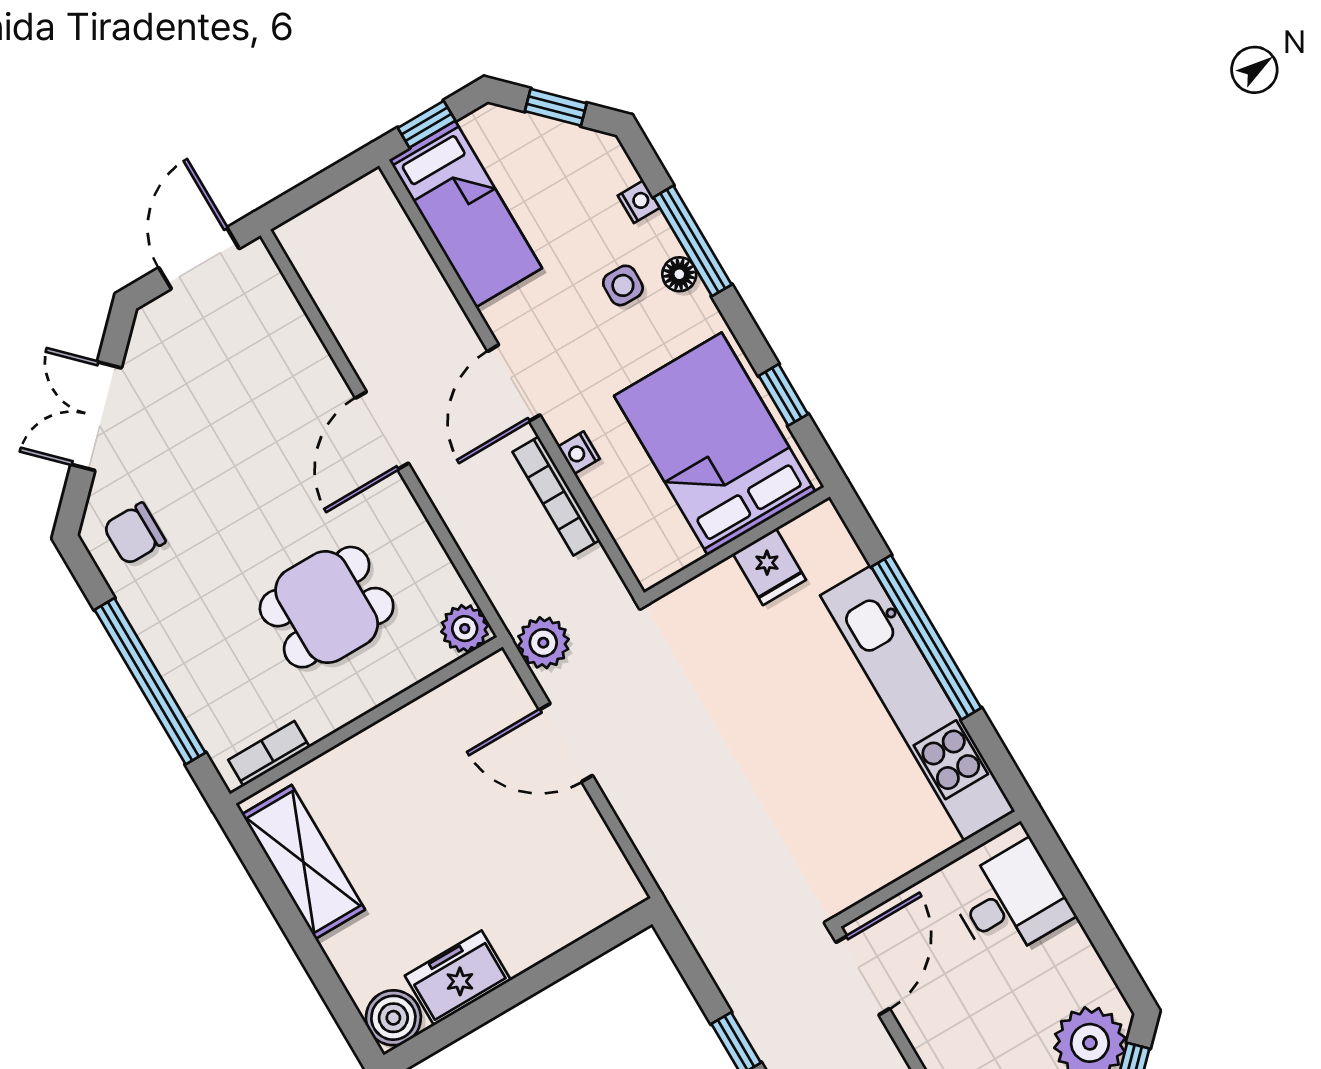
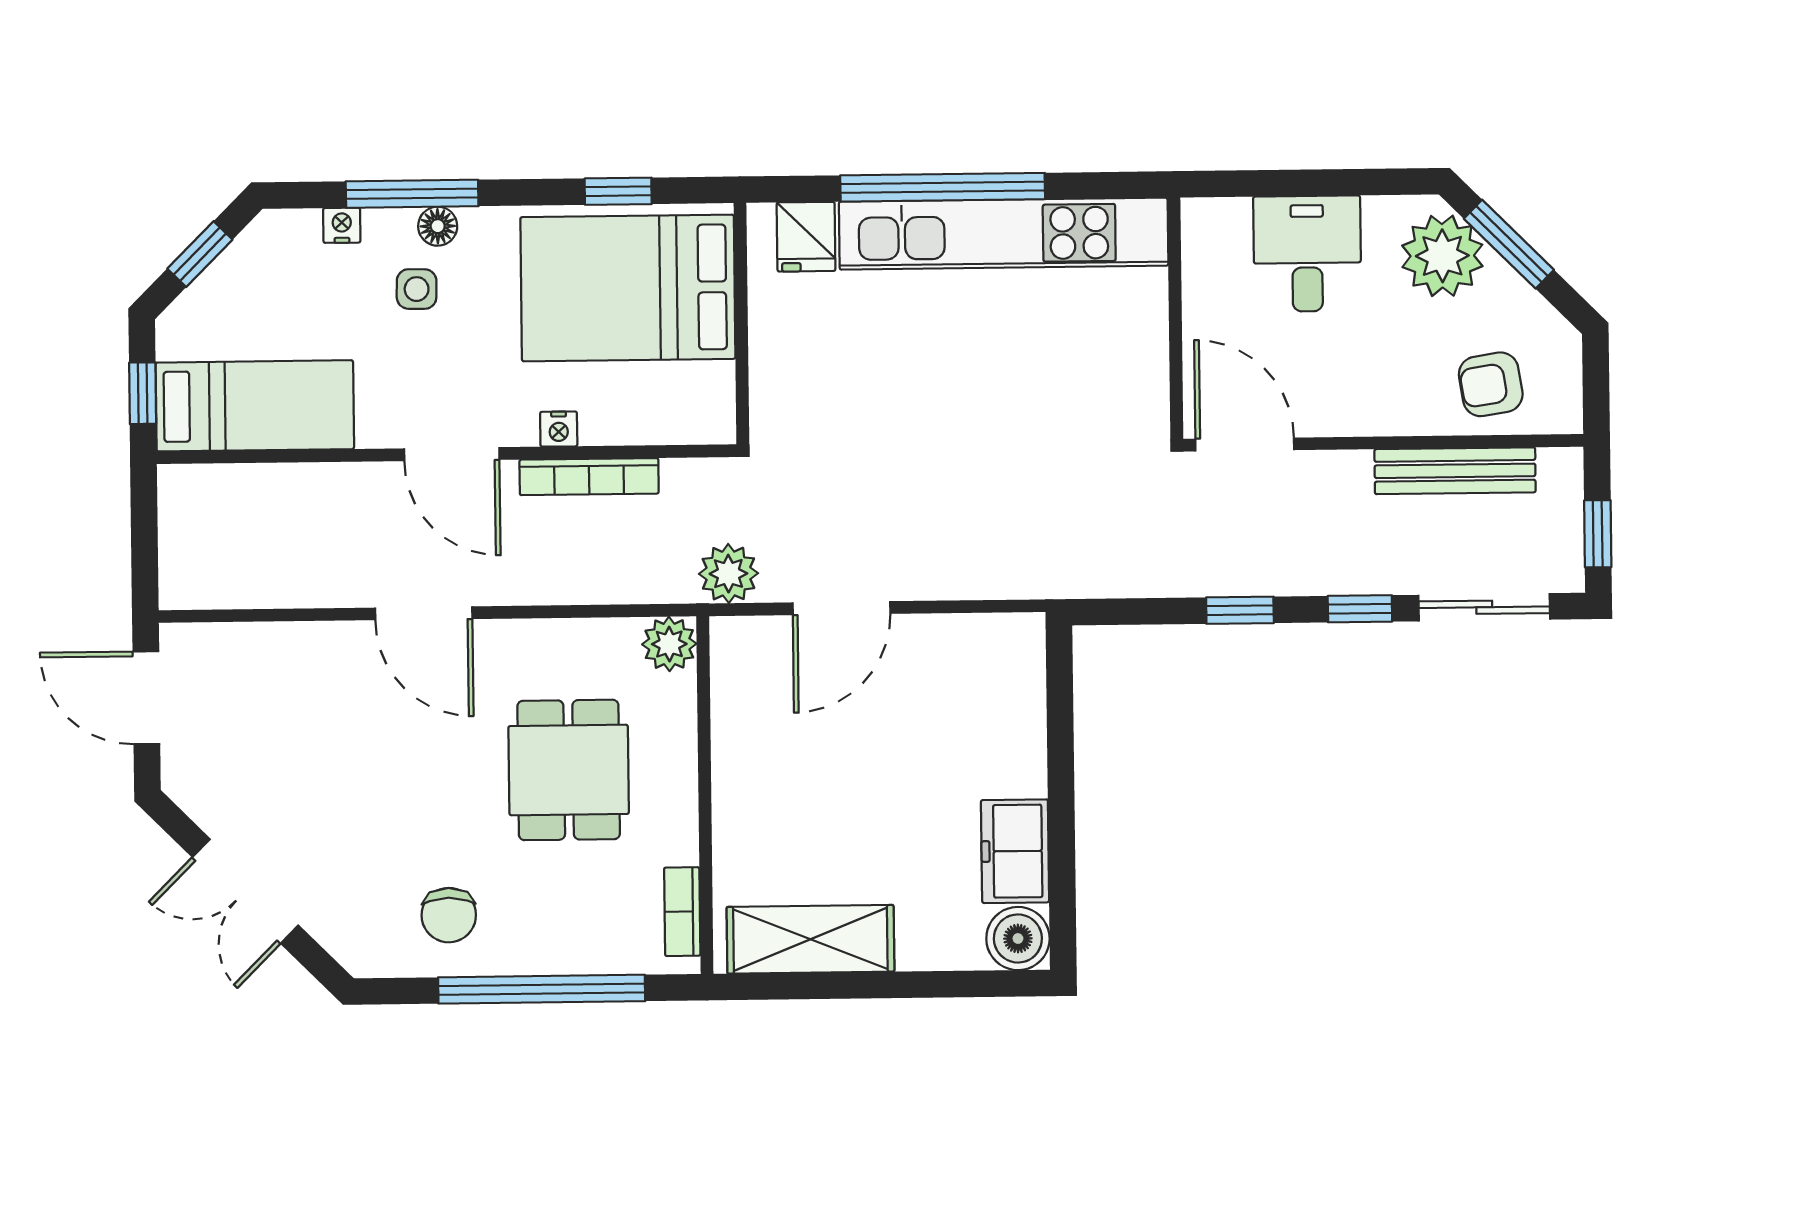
chair: (134, 534) -> (449, 915), moved
fridge: (769, 567) -> (806, 237), moved, turned 90
desk: (1010, 901) -> (1307, 254), moved

